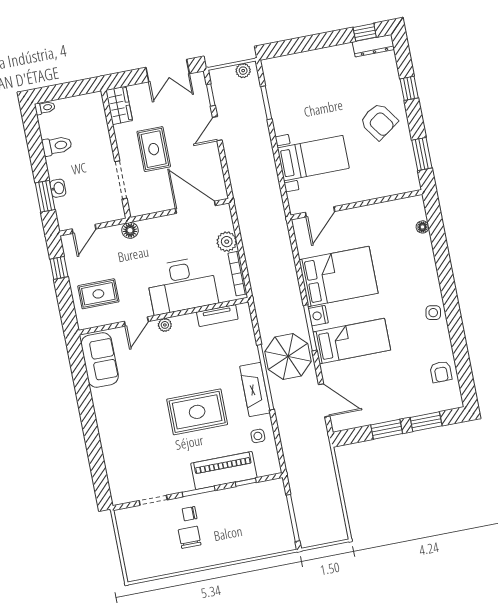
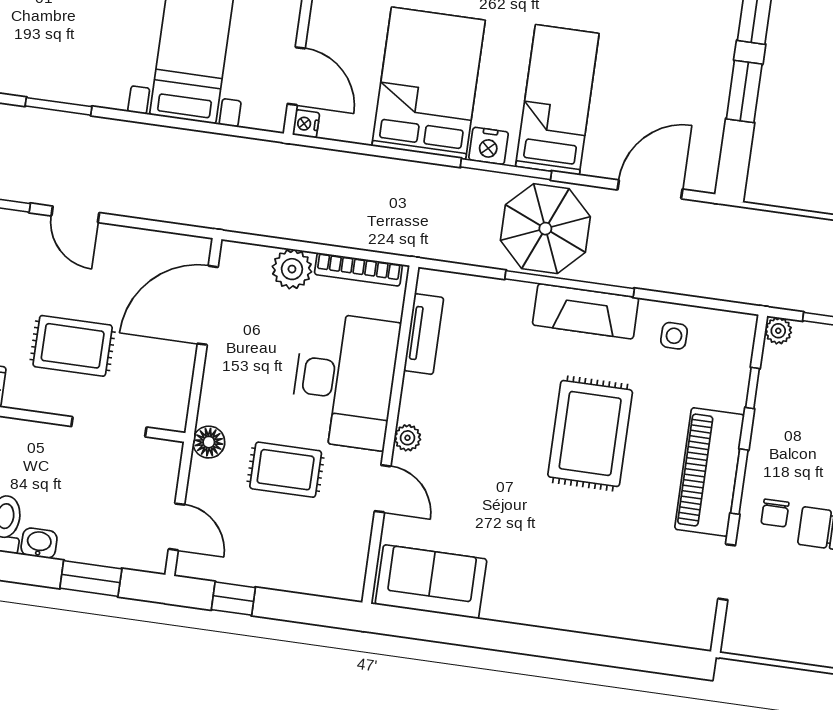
washbasin: (58, 188) -> (39, 543), moved
nightstand: (299, 224) -> (306, 124), added
rug: (98, 294) -> (286, 470), moved, turned 90
piano: (224, 471) -> (710, 472), moved
plant: (277, 485) -> (778, 331), added

